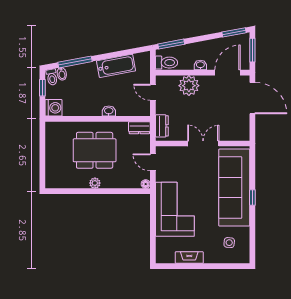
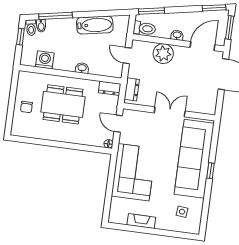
washing machine: (54, 108) -> (45, 60), moved, turned -90
chair: (58, 158) -> (26, 107), added
plant: (95, 183) -> (59, 136), removed

